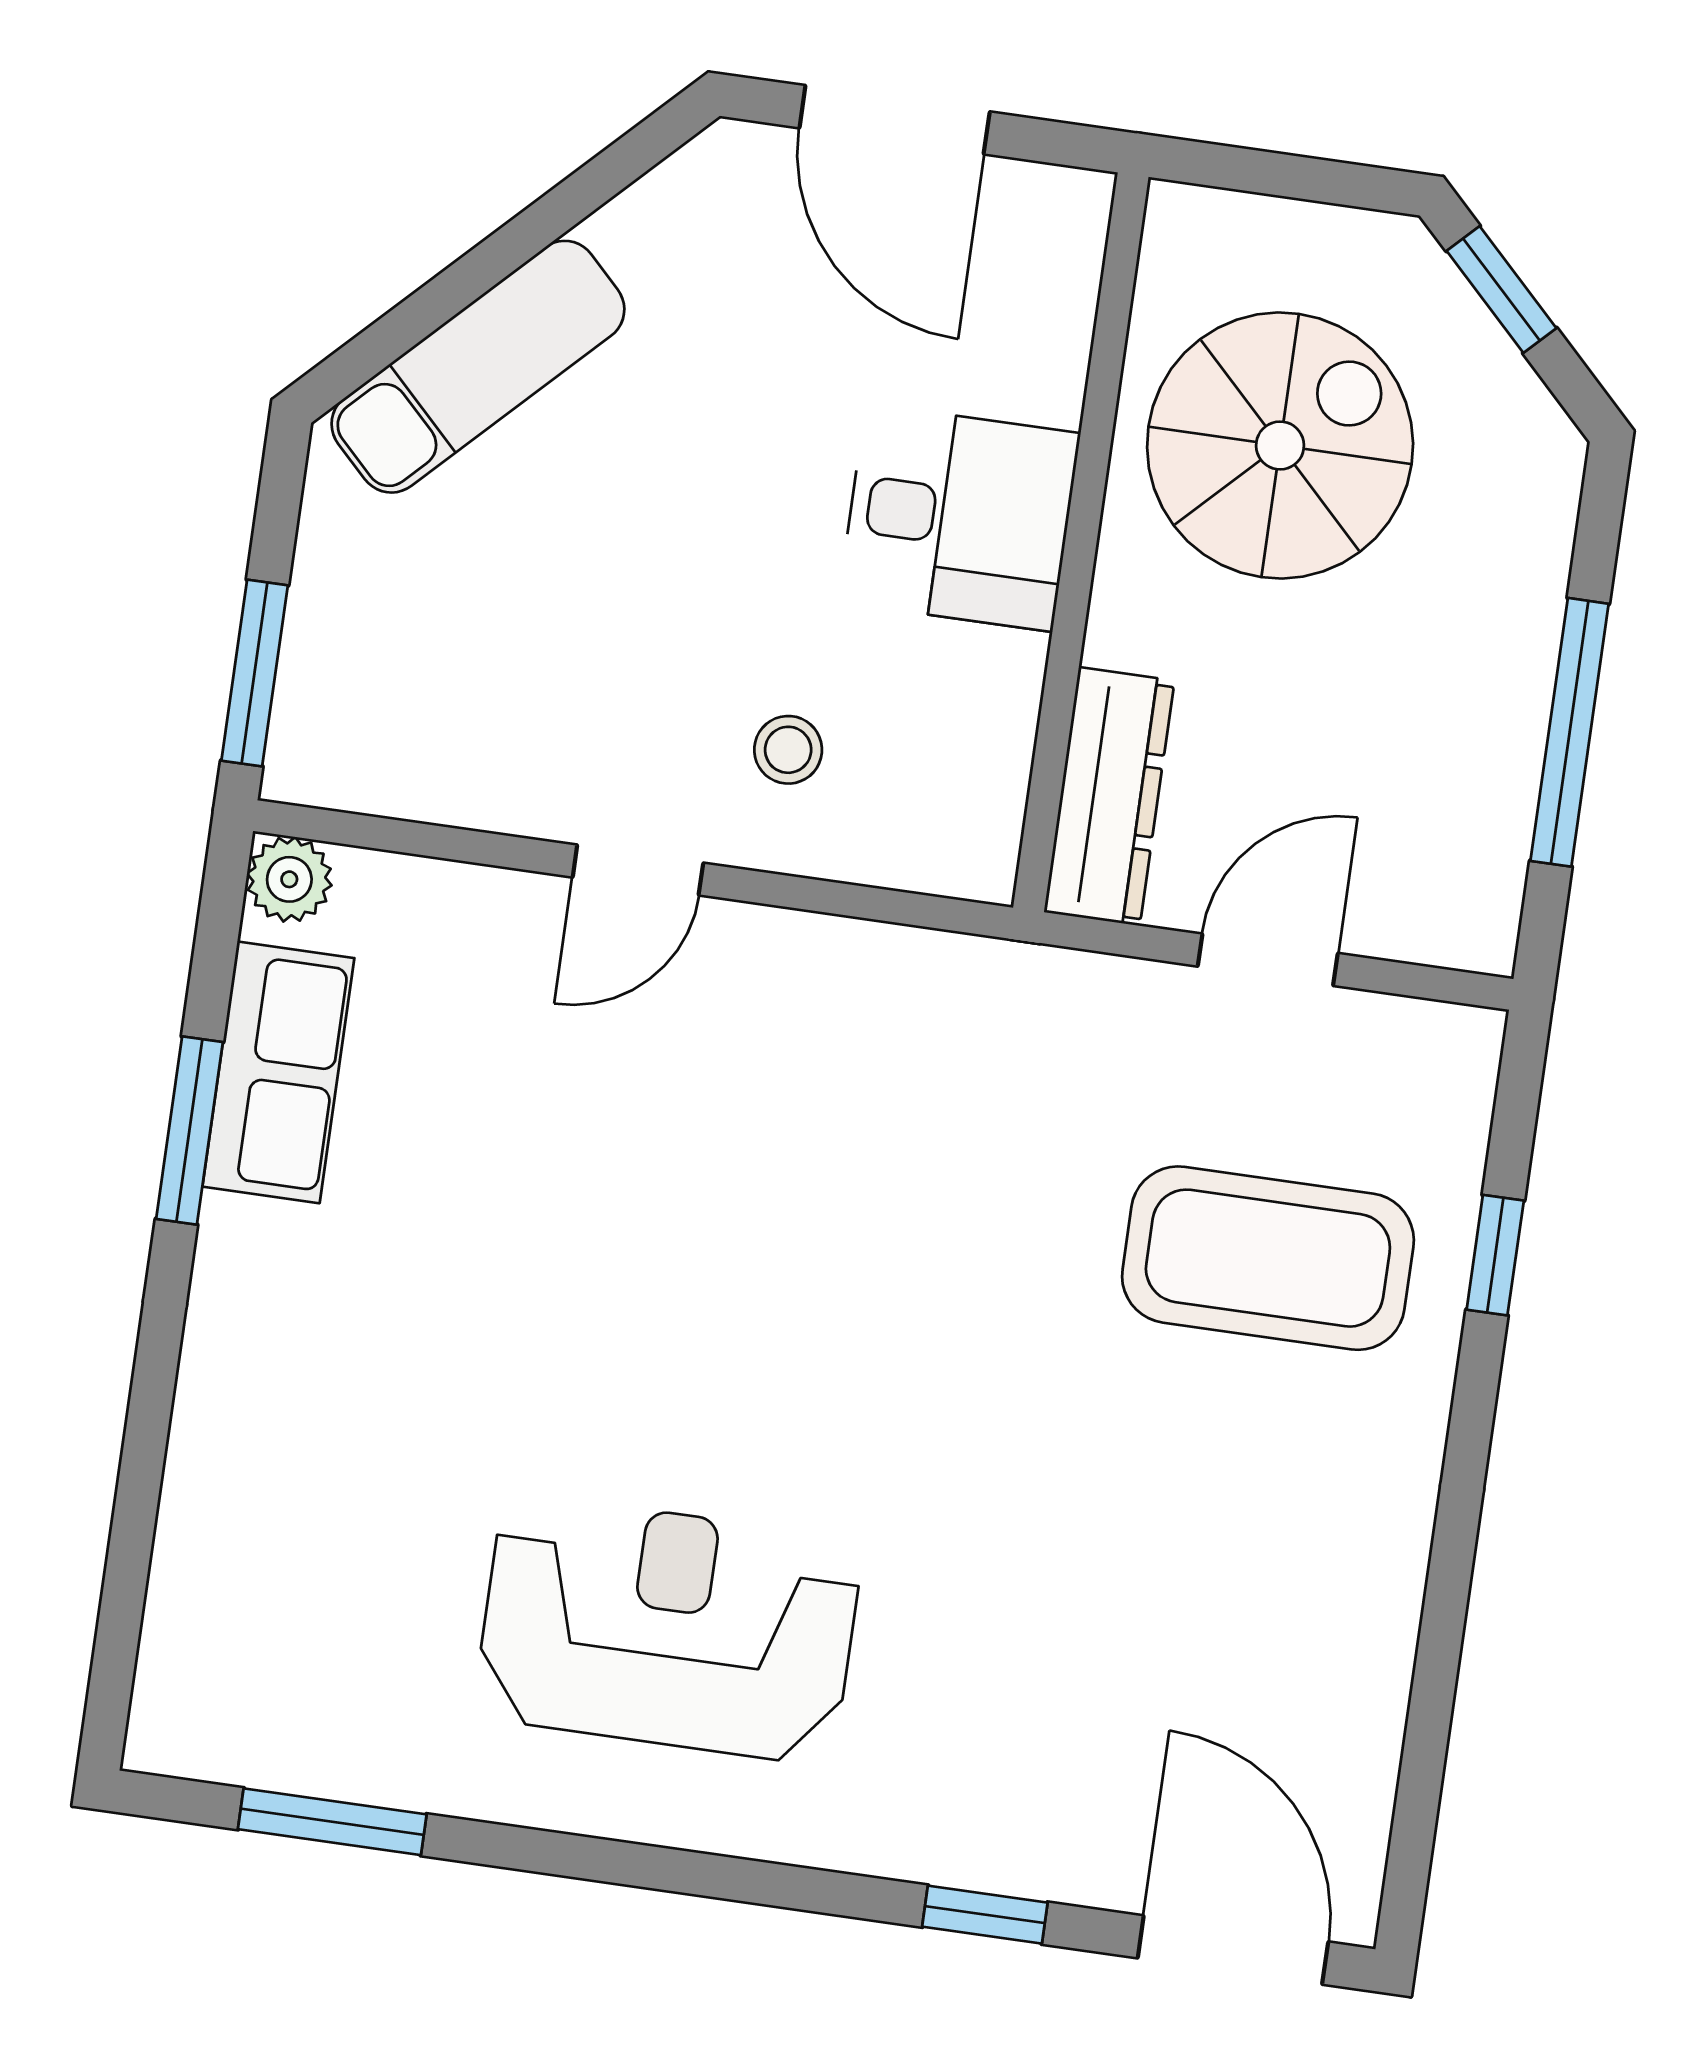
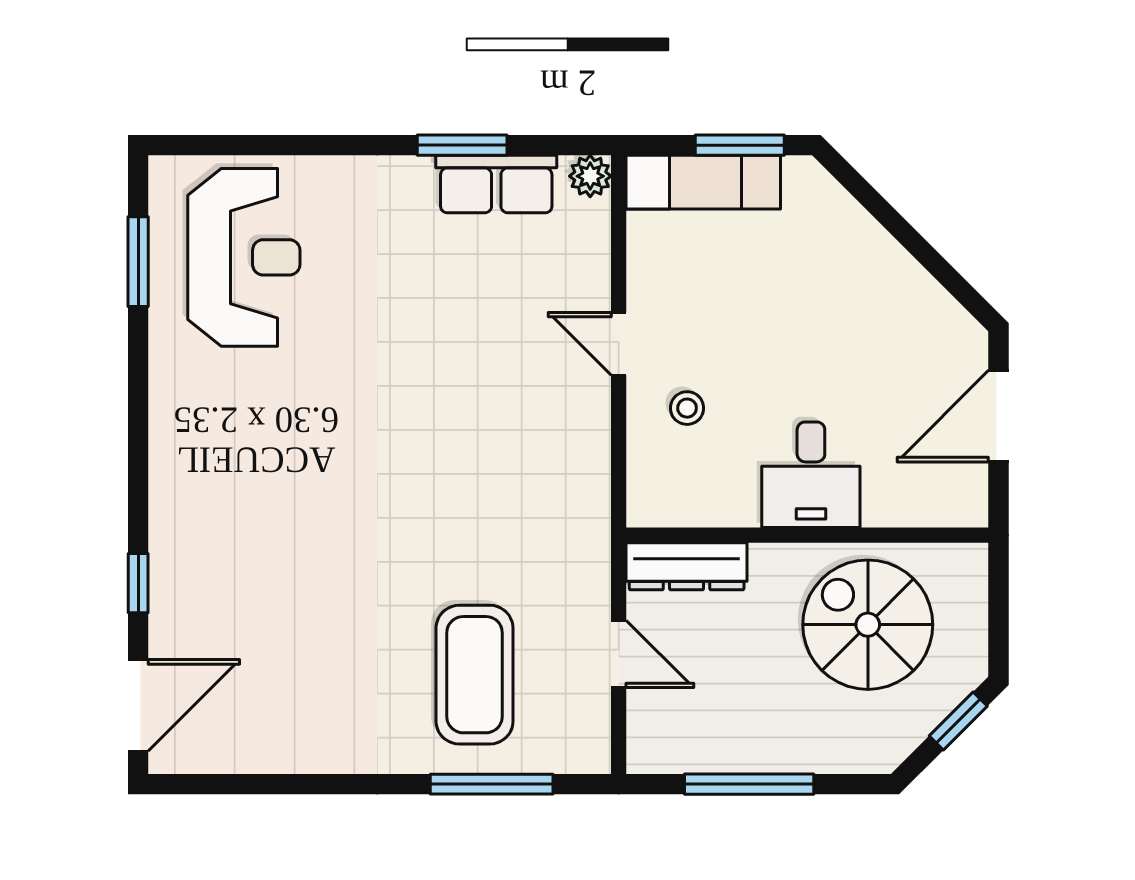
exam couch: (478, 367) -> (703, 182), moved, turned -45
spiral stairs: (1280, 445) -> (868, 625), turned 180
window: (255, 673) -> (740, 145), moved
window: (1495, 1255) -> (492, 784), width x2.17
reception desk: (668, 1629) -> (244, 257), moved

